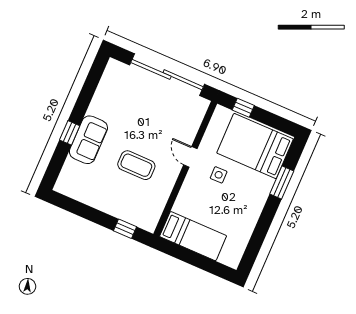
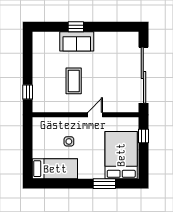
side table: (219, 175) -> (69, 141), moved
bed: (193, 236) -> (55, 169), moved, turned -90

